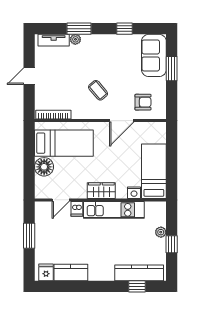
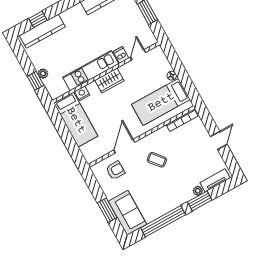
window: (124, 29) -> (163, 221), width x3.17
armchair: (143, 102) -> (115, 170), turned 180
floor lamp: (44, 167) -> (172, 76), width x0.53, depth x0.53
window: (172, 244) -> (36, 81), moved

